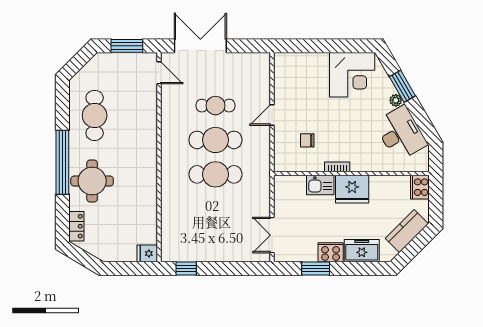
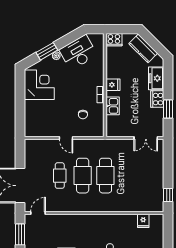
fridge: (352, 189) -> (113, 85), width x0.53, depth x0.75
fridge: (147, 253) -> (143, 221), moved

